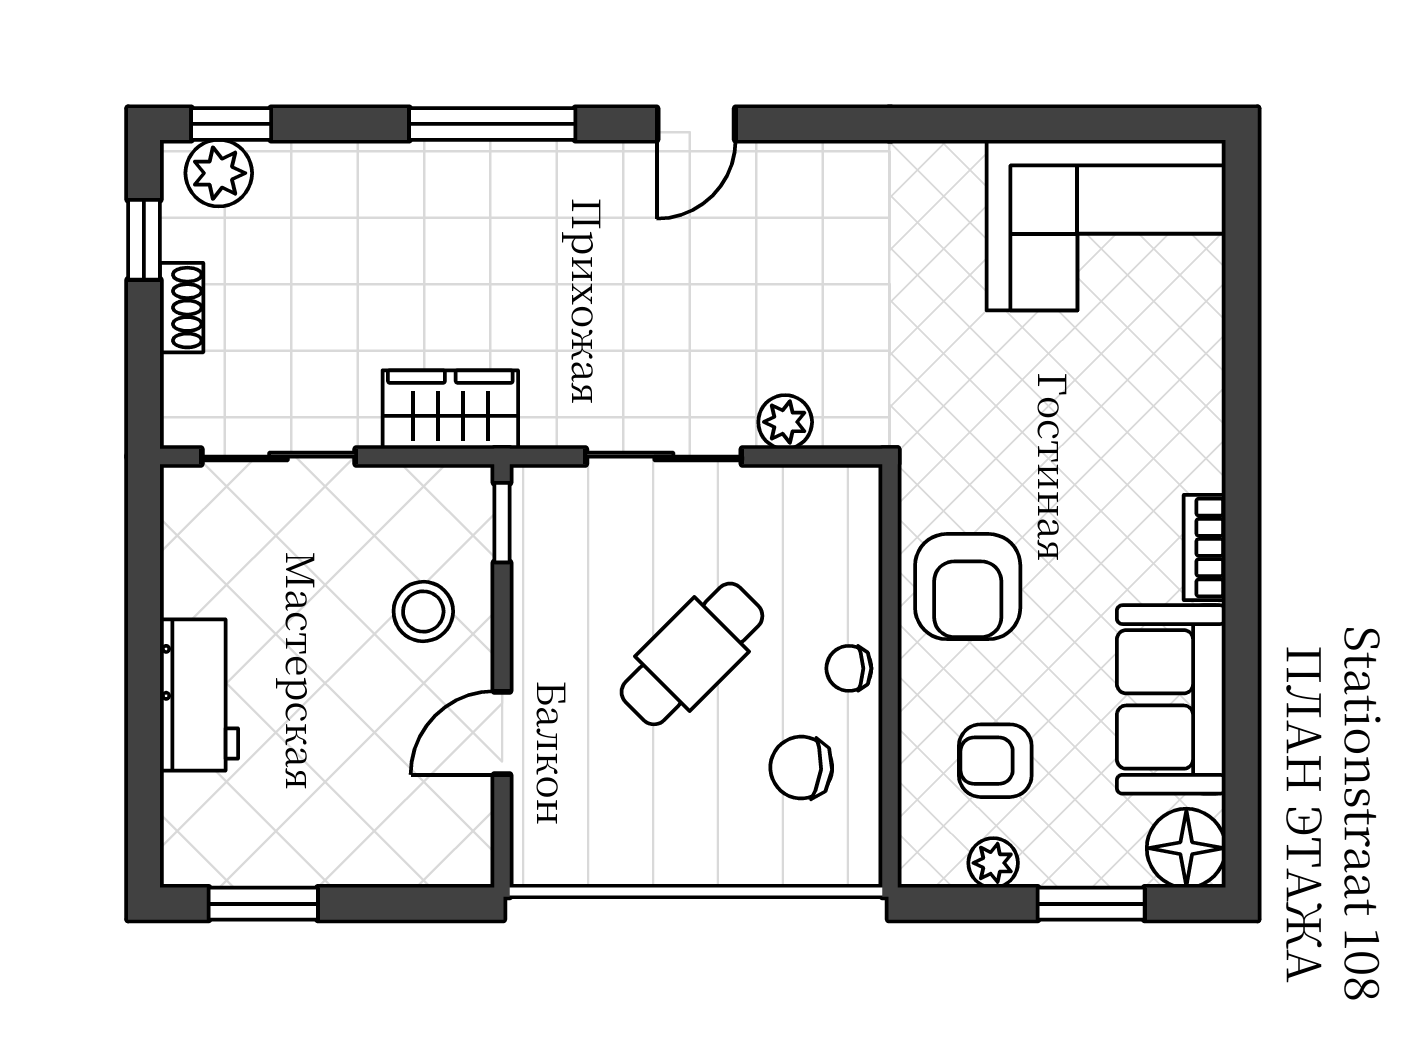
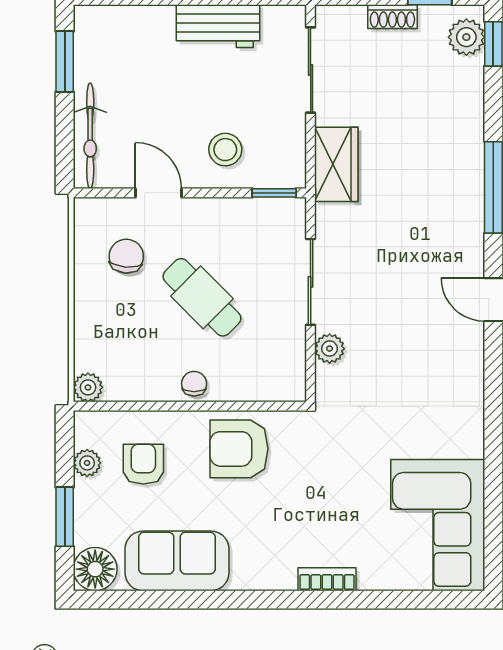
bookcase: (1205, 547) -> (327, 579), moved
workbench: (199, 695) -> (218, 26), moved
chair: (801, 768) -> (126, 256), moved
bicycle: (398, 857) -> (90, 136), added
plant: (856, 861) -> (88, 387), added

